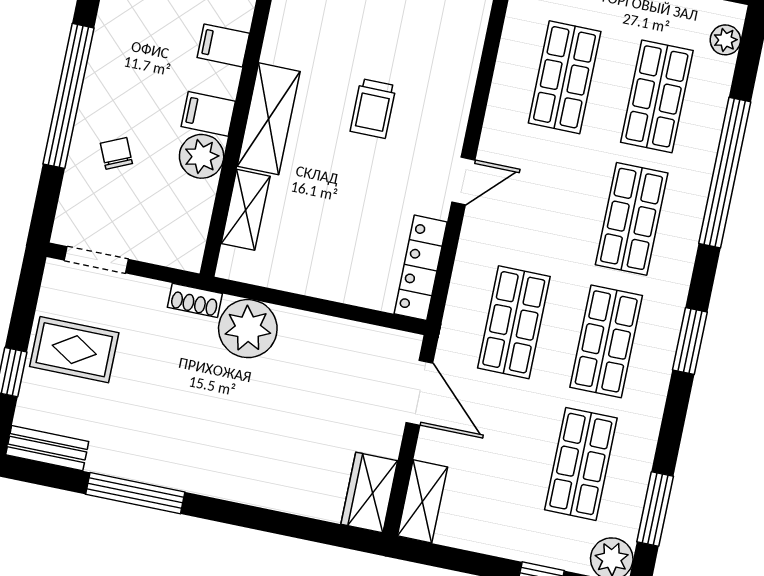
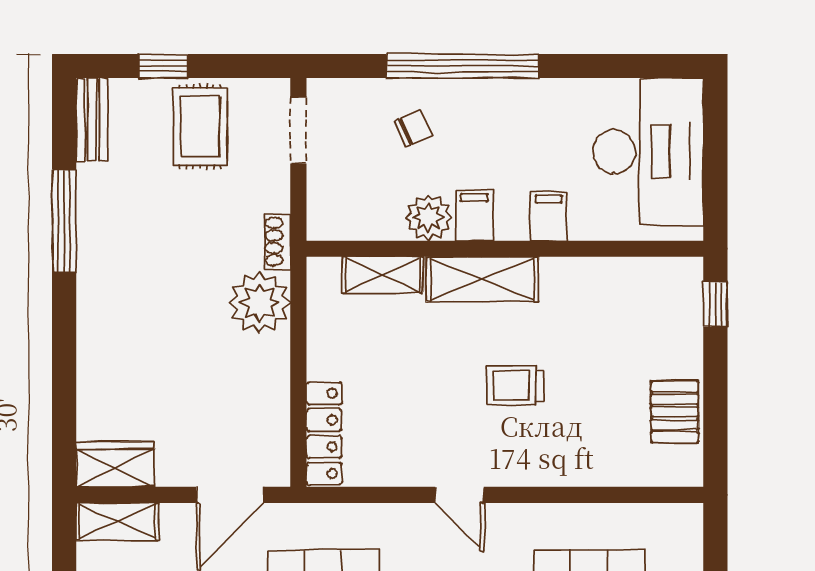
locker: (421, 268) -> (324, 433), moved, turned 90

